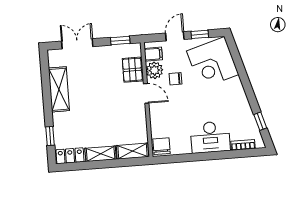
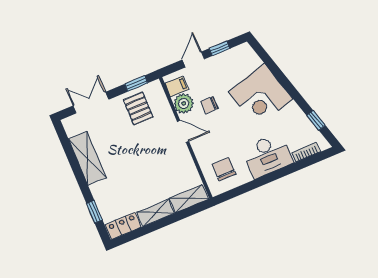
corner desk: (213, 63) -> (261, 95), moved
pallet: (132, 70) -> (138, 109), moved
chair: (162, 146) -> (224, 169), moved

